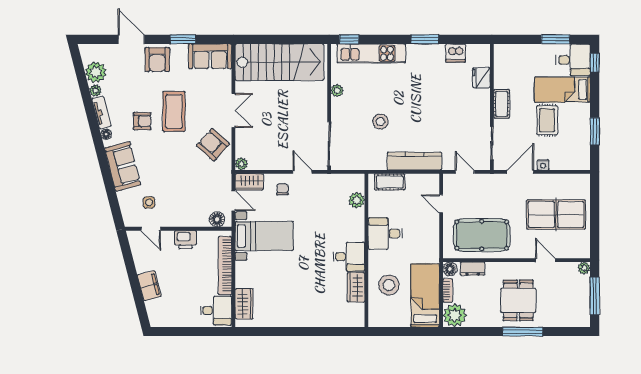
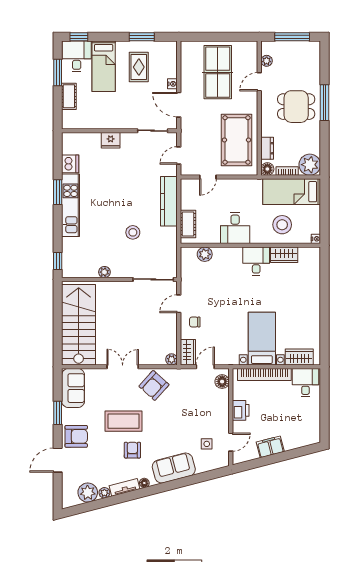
kitchen unit: (371, 53) -> (71, 205), moved
fridge: (481, 78) -> (111, 140), moved
cot: (502, 104) -> (69, 96), moved, turned 90
rug: (547, 120) -> (139, 67), moved, turned 90
bed with nightstands: (264, 236) -> (262, 339), moved
plant: (584, 268) -> (267, 61), moved
filing cabinet: (149, 286) -> (270, 447), moved
nightstand: (373, 322) -> (316, 239), added

